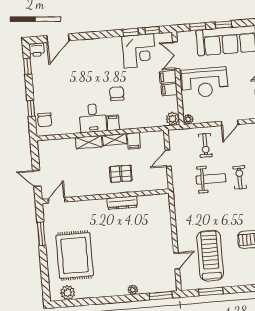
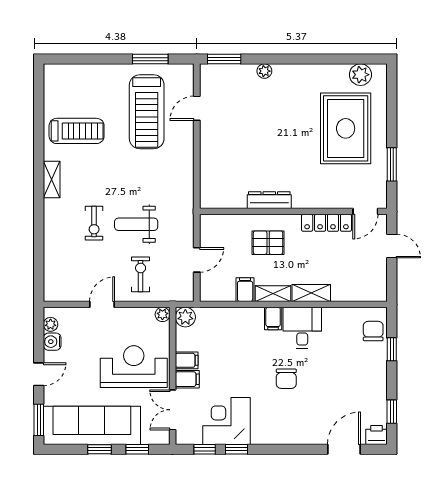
double door: (176, 55) -> (173, 410), swing flipped
chair: (117, 94) -> (286, 379), moved
locker: (82, 191) -> (327, 223), added

